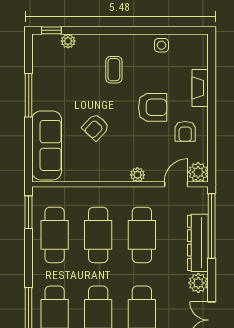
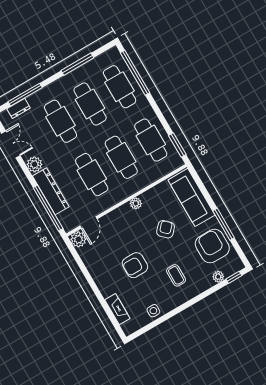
fireplace: (200, 88) -> (117, 309), moved
armchair: (185, 131) -> (212, 246), moved, width x1.88, depth x1.88
plant: (137, 175) -> (136, 203), moved

